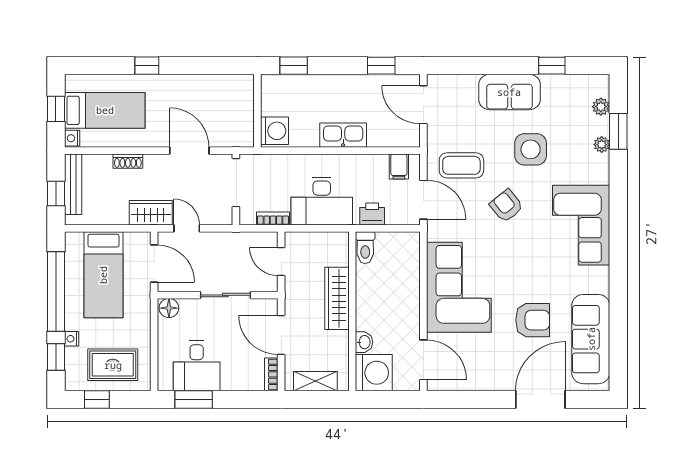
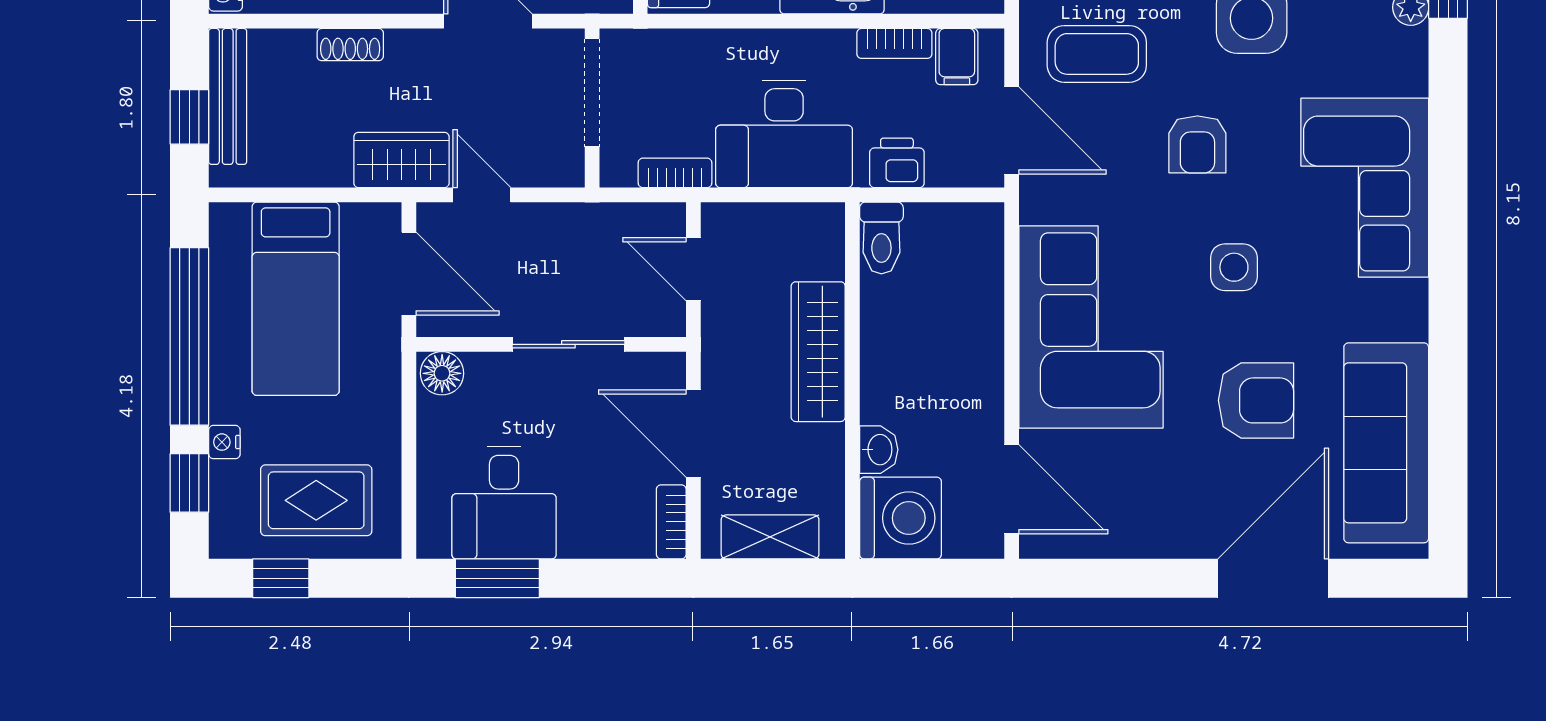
bookcase: (371, 161) -> (894, 43), added
armchair: (506, 206) -> (1197, 144), turned -141
side table: (523, 261) -> (1234, 267), added

